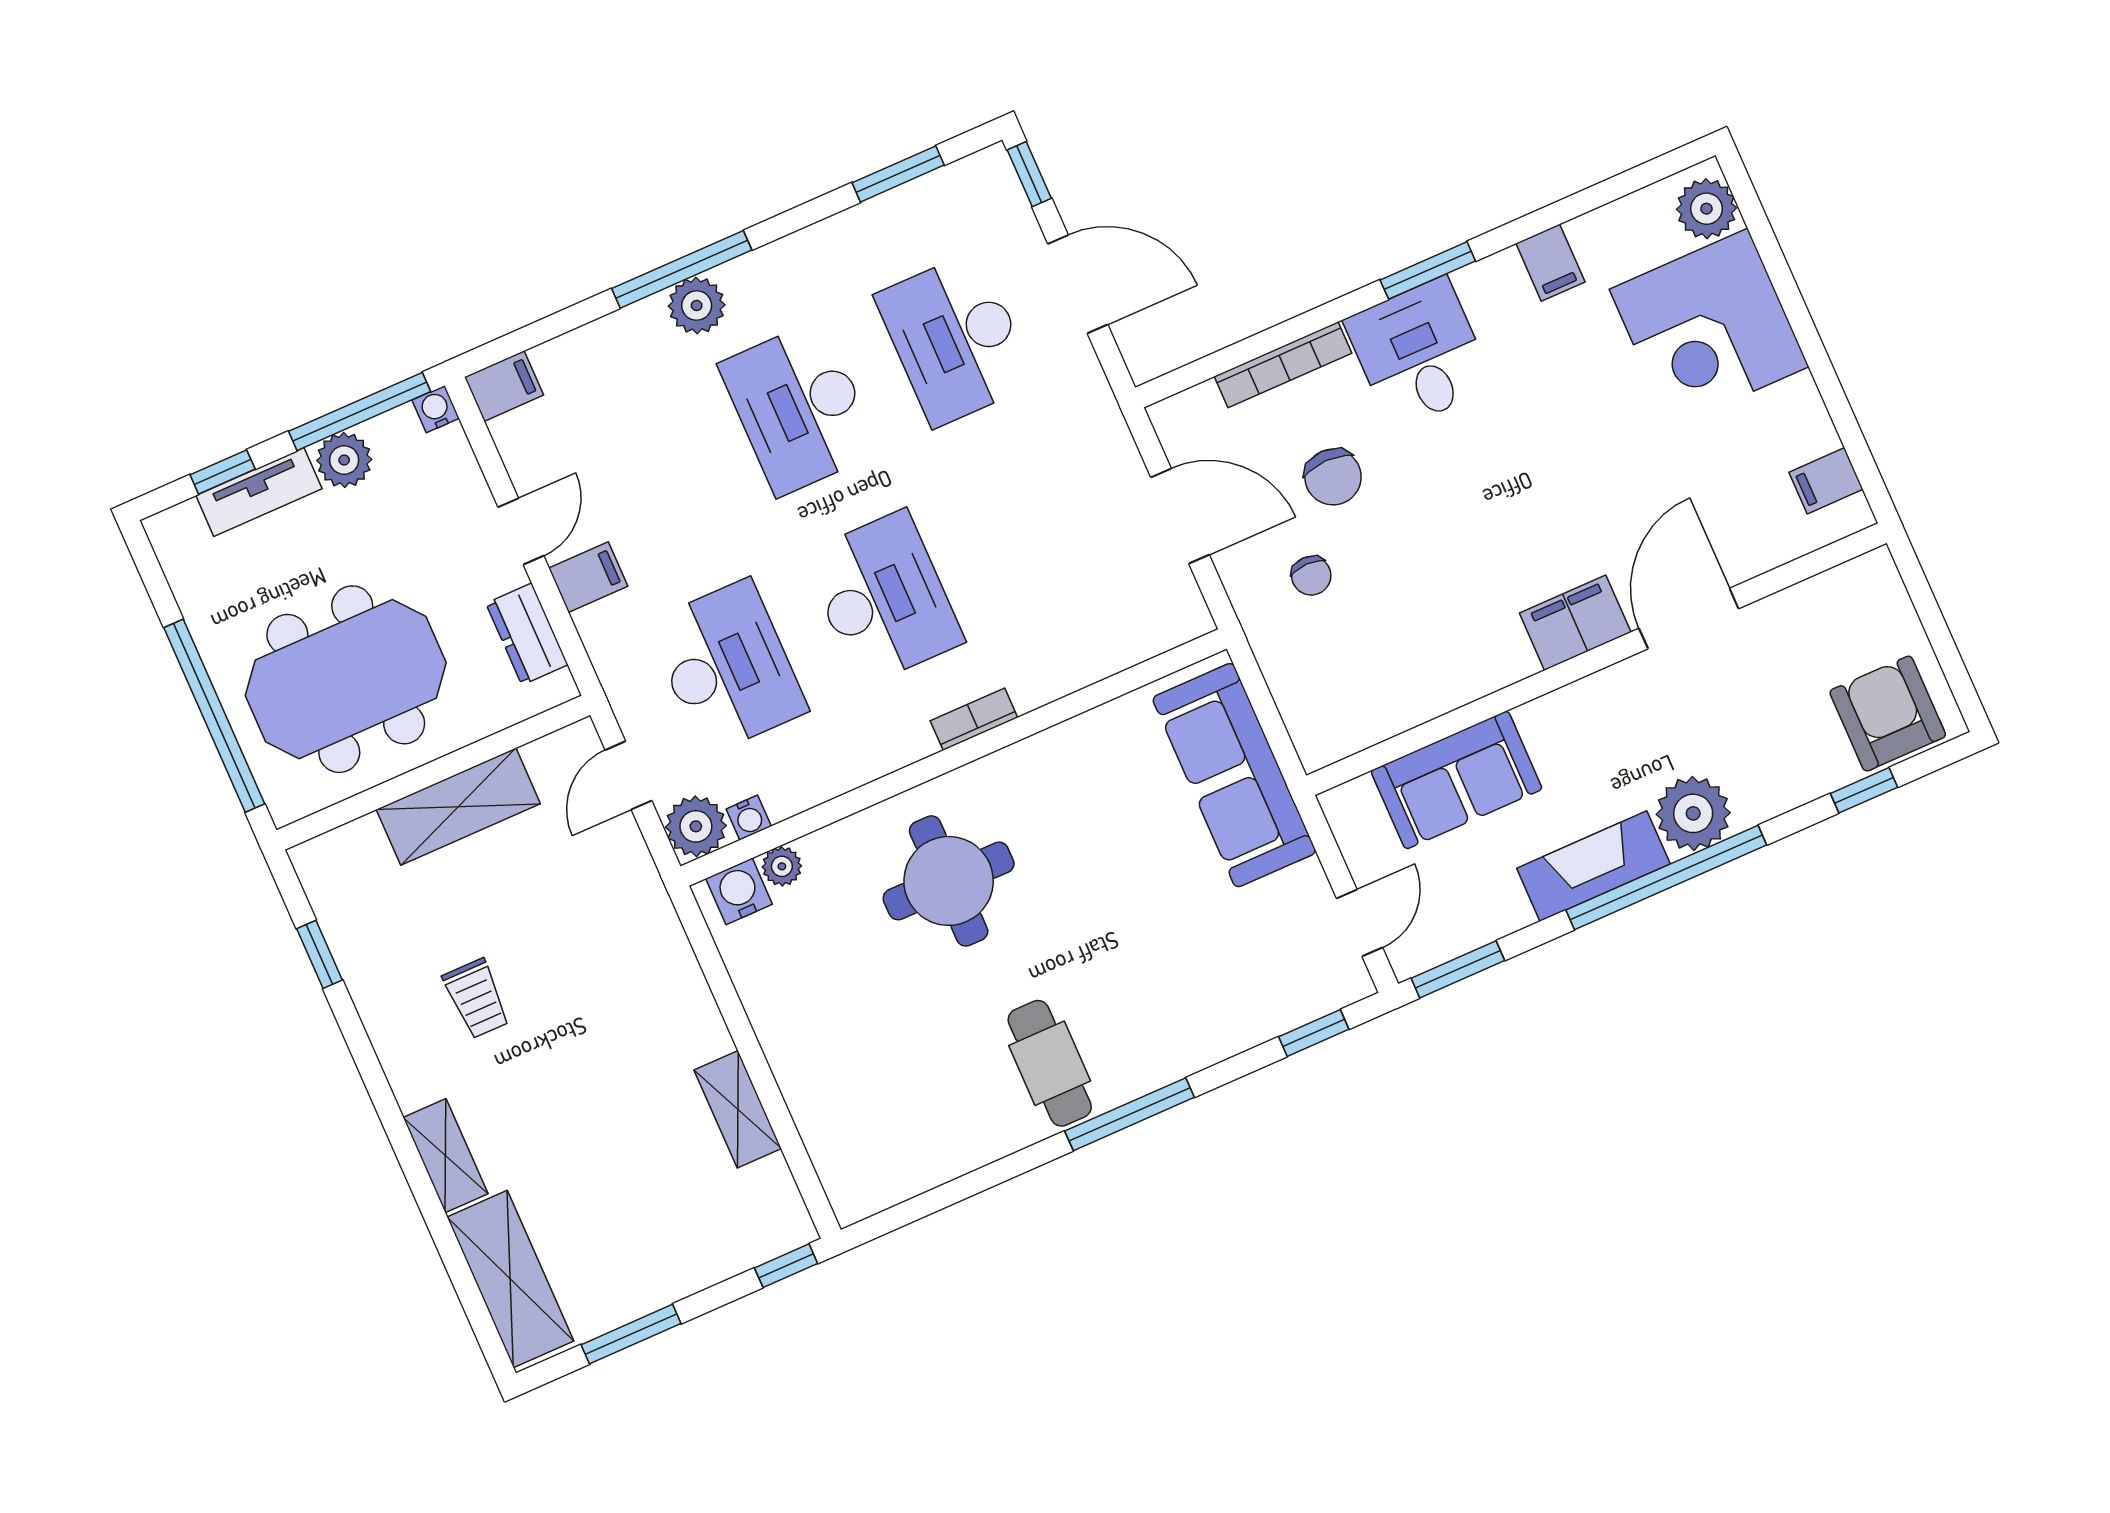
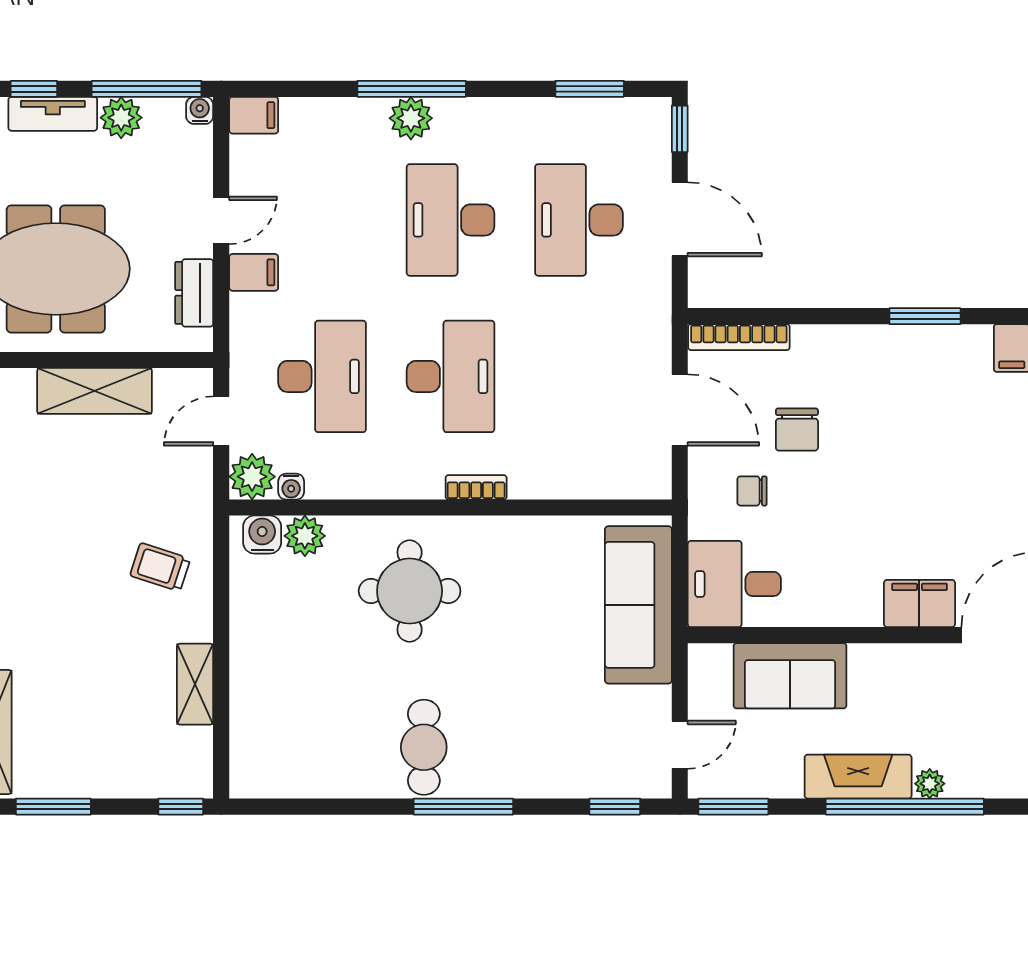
desk: (1419, 353) -> (734, 584), moved, turned -90
bookcase: (1283, 365) -> (739, 337), moved
chair: (1311, 576) -> (752, 491), turned 90
plant: (1693, 813) -> (930, 784), width x0.53, depth x0.53
plant: (782, 866) -> (305, 536), width x1.38, depth x1.38
trolley: (477, 999) -> (160, 567), moved, turned 108

